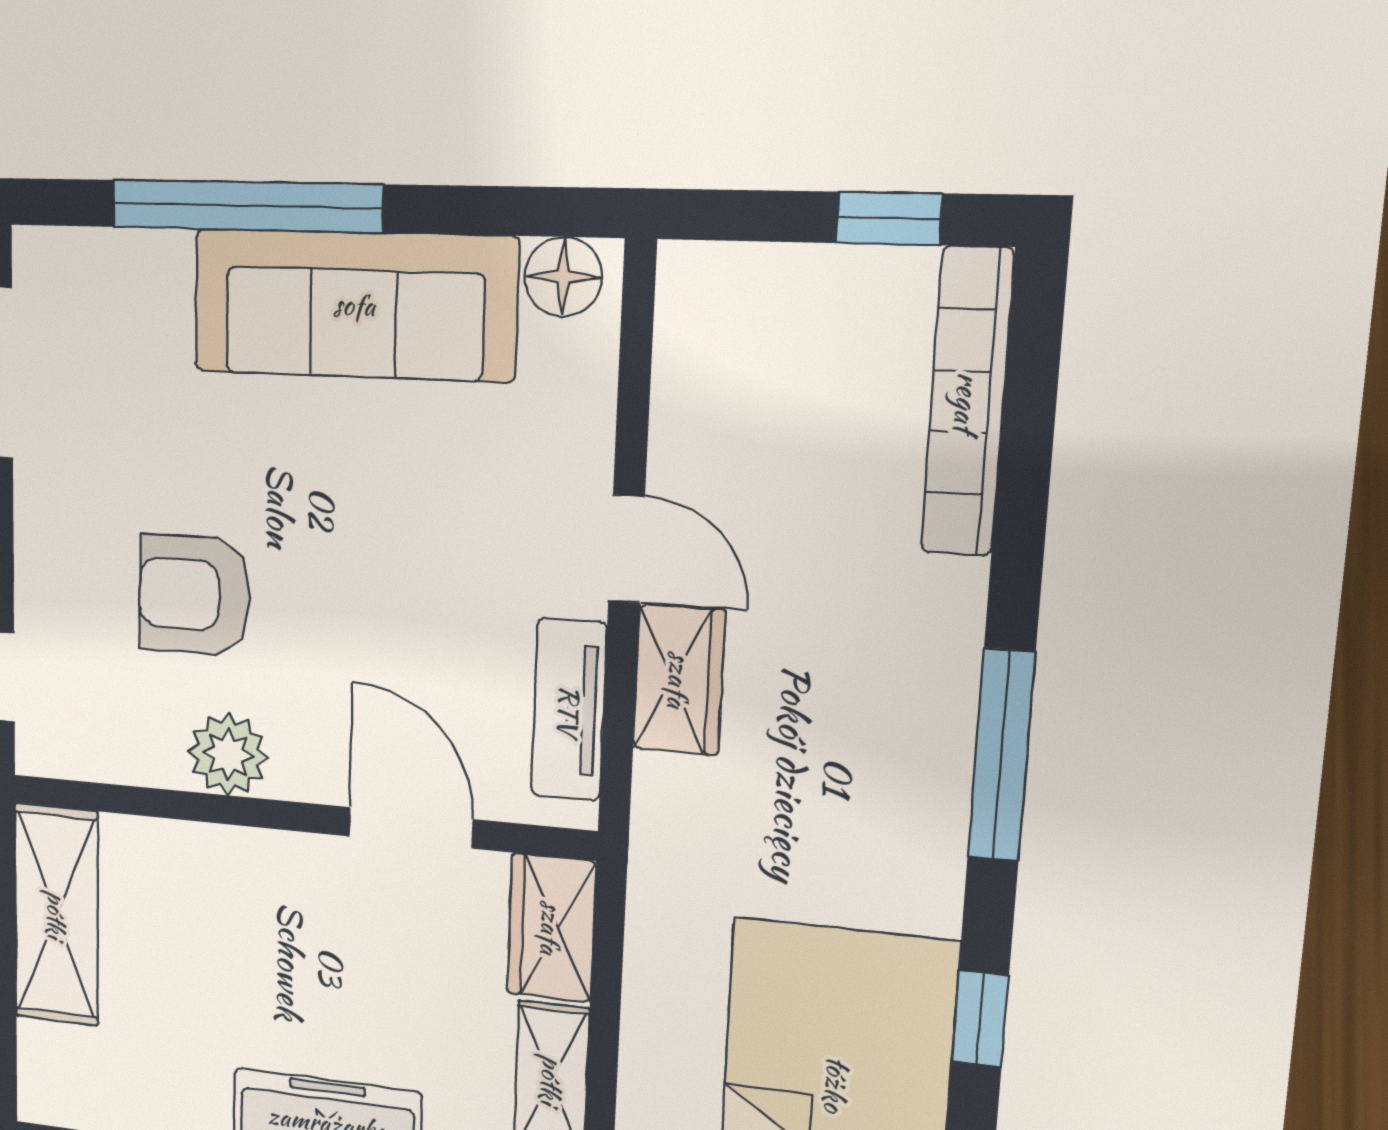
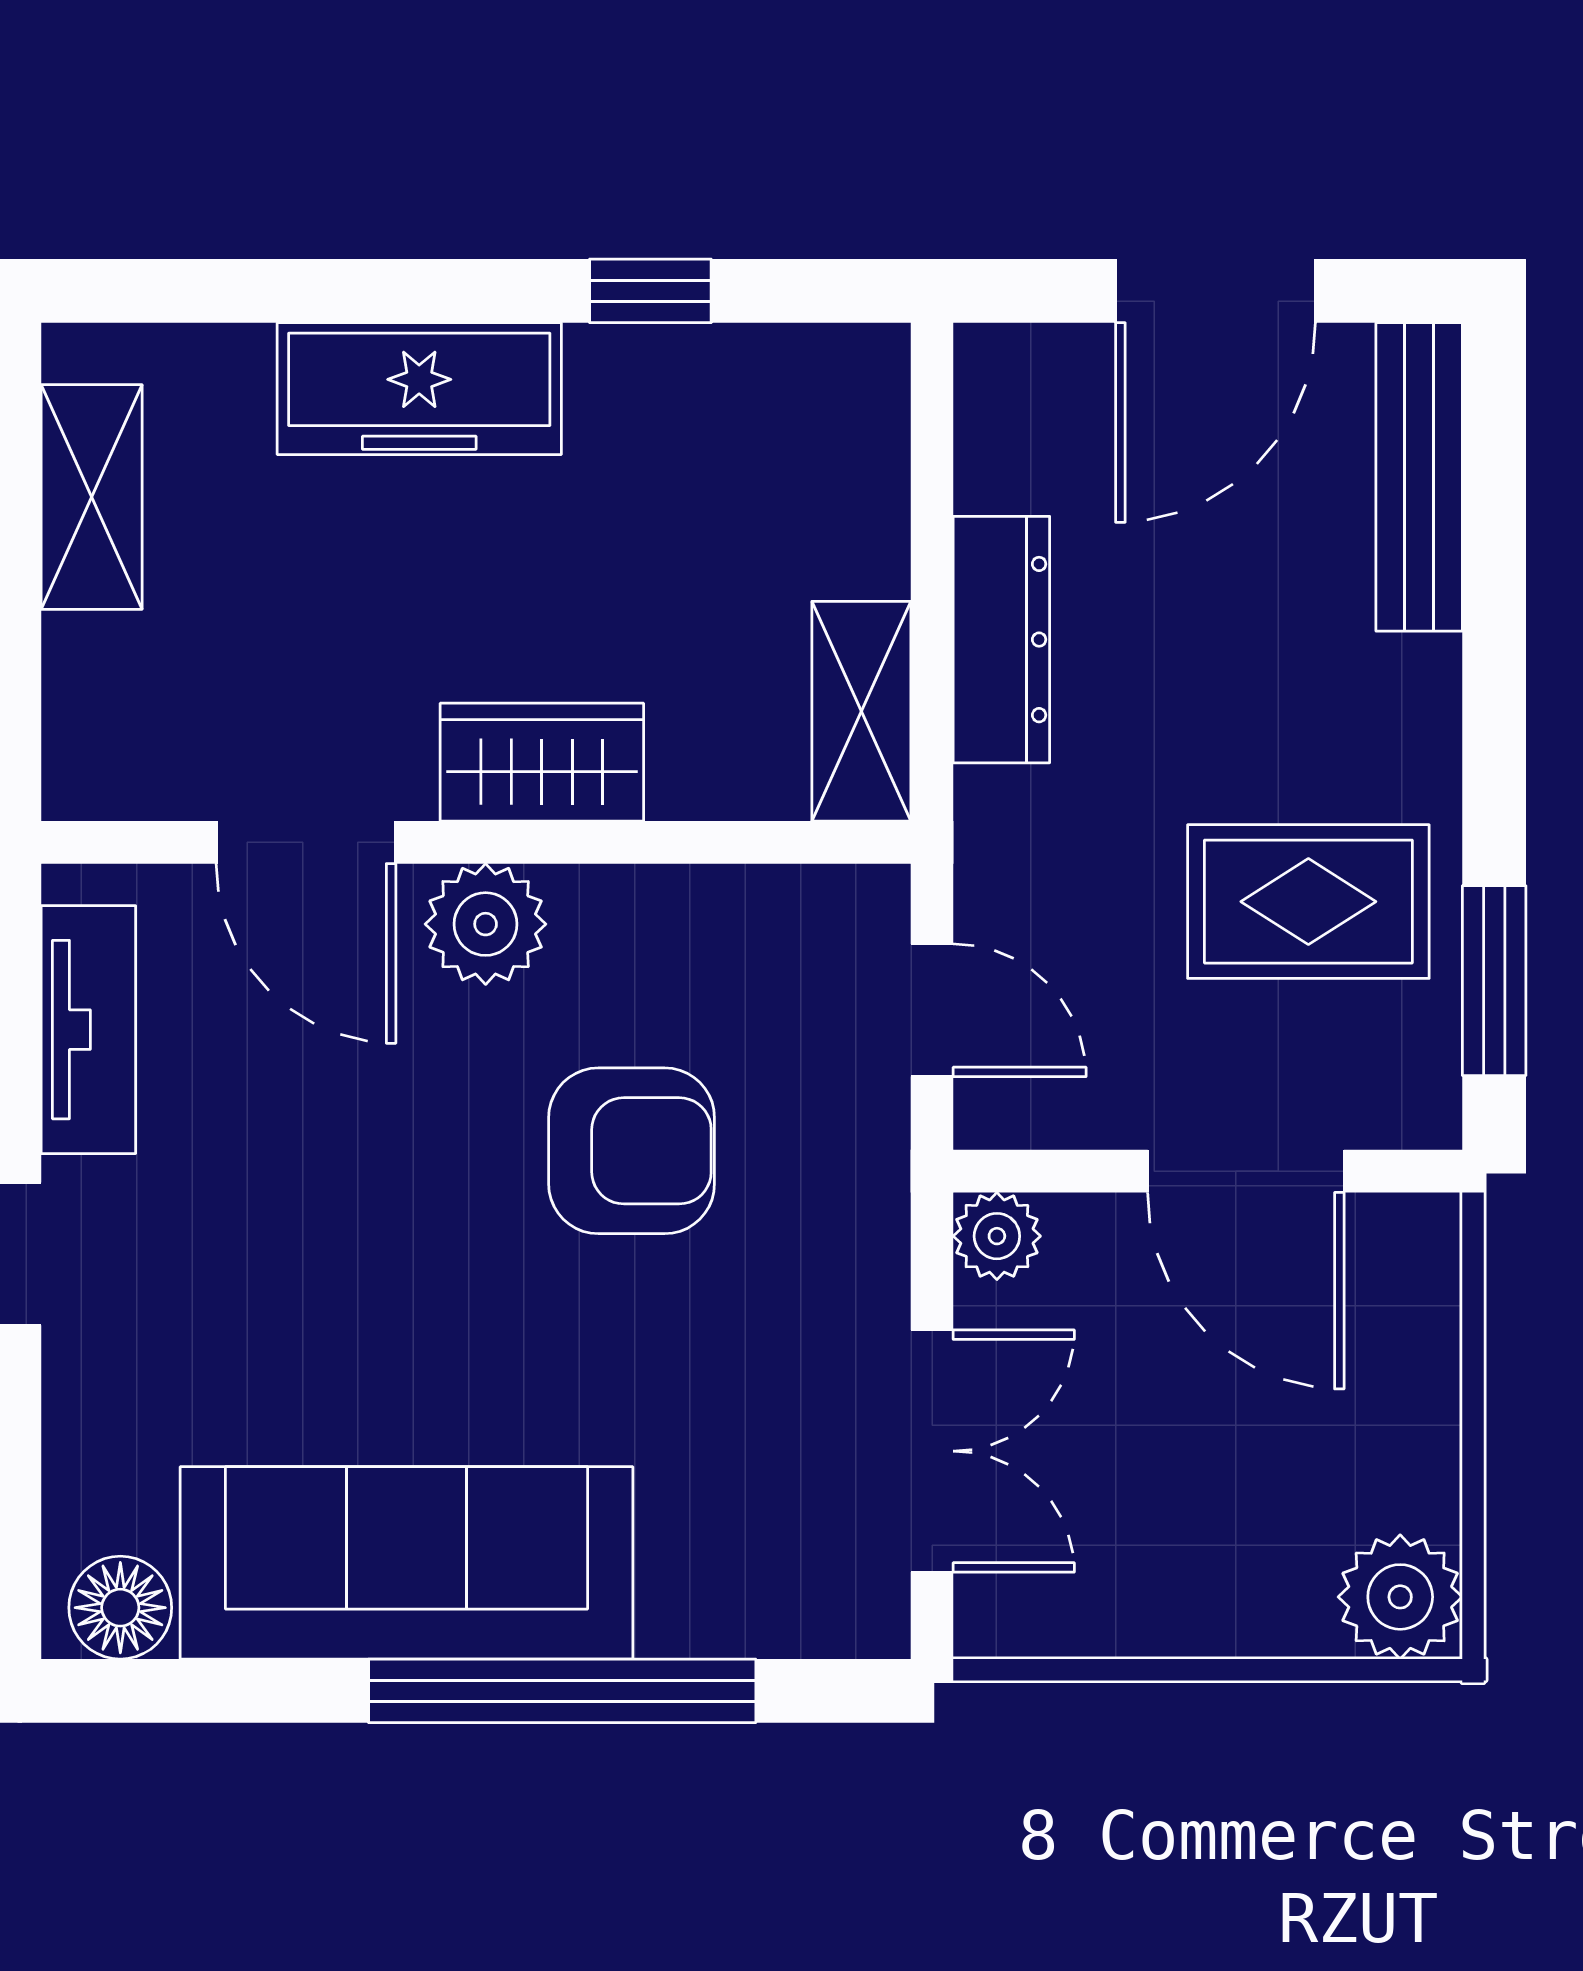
plant: (228, 754) -> (486, 924), moved
shelving: (56, 915) -> (861, 711), width x0.67, depth x0.75
wardrobe: (551, 928) -> (542, 762), moved, turned -90

